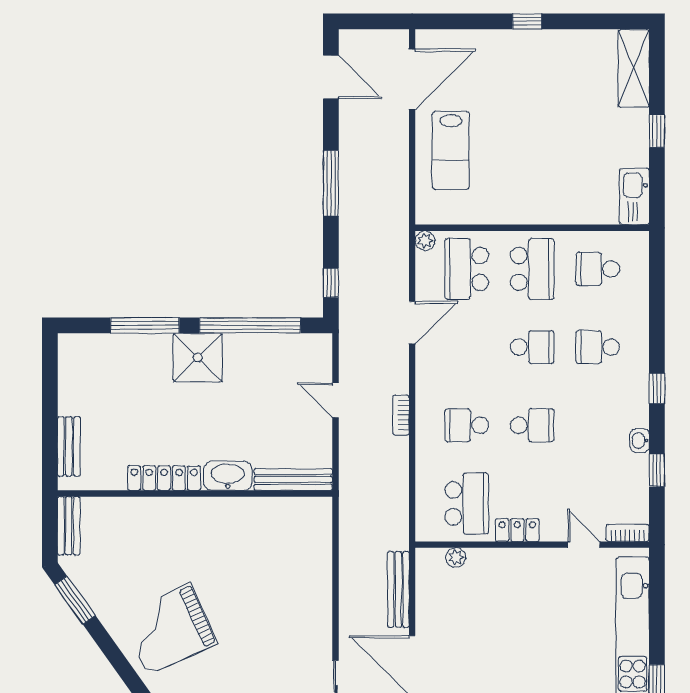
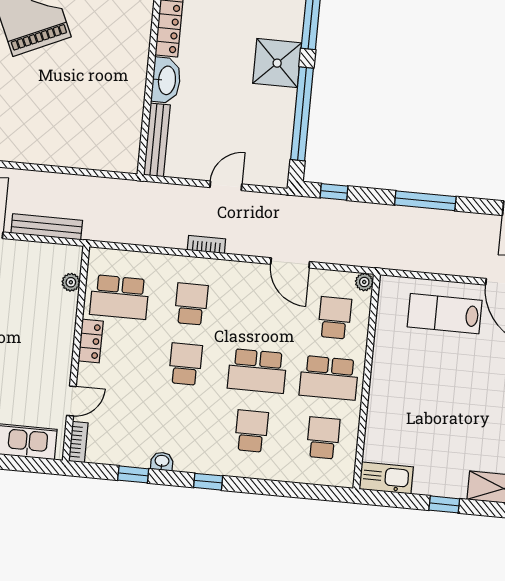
school desk: (467, 269) -> (335, 318), width x0.54
school desk: (532, 347) -> (257, 371), width x1.85
school desk: (532, 425) -> (185, 364), turned 180

